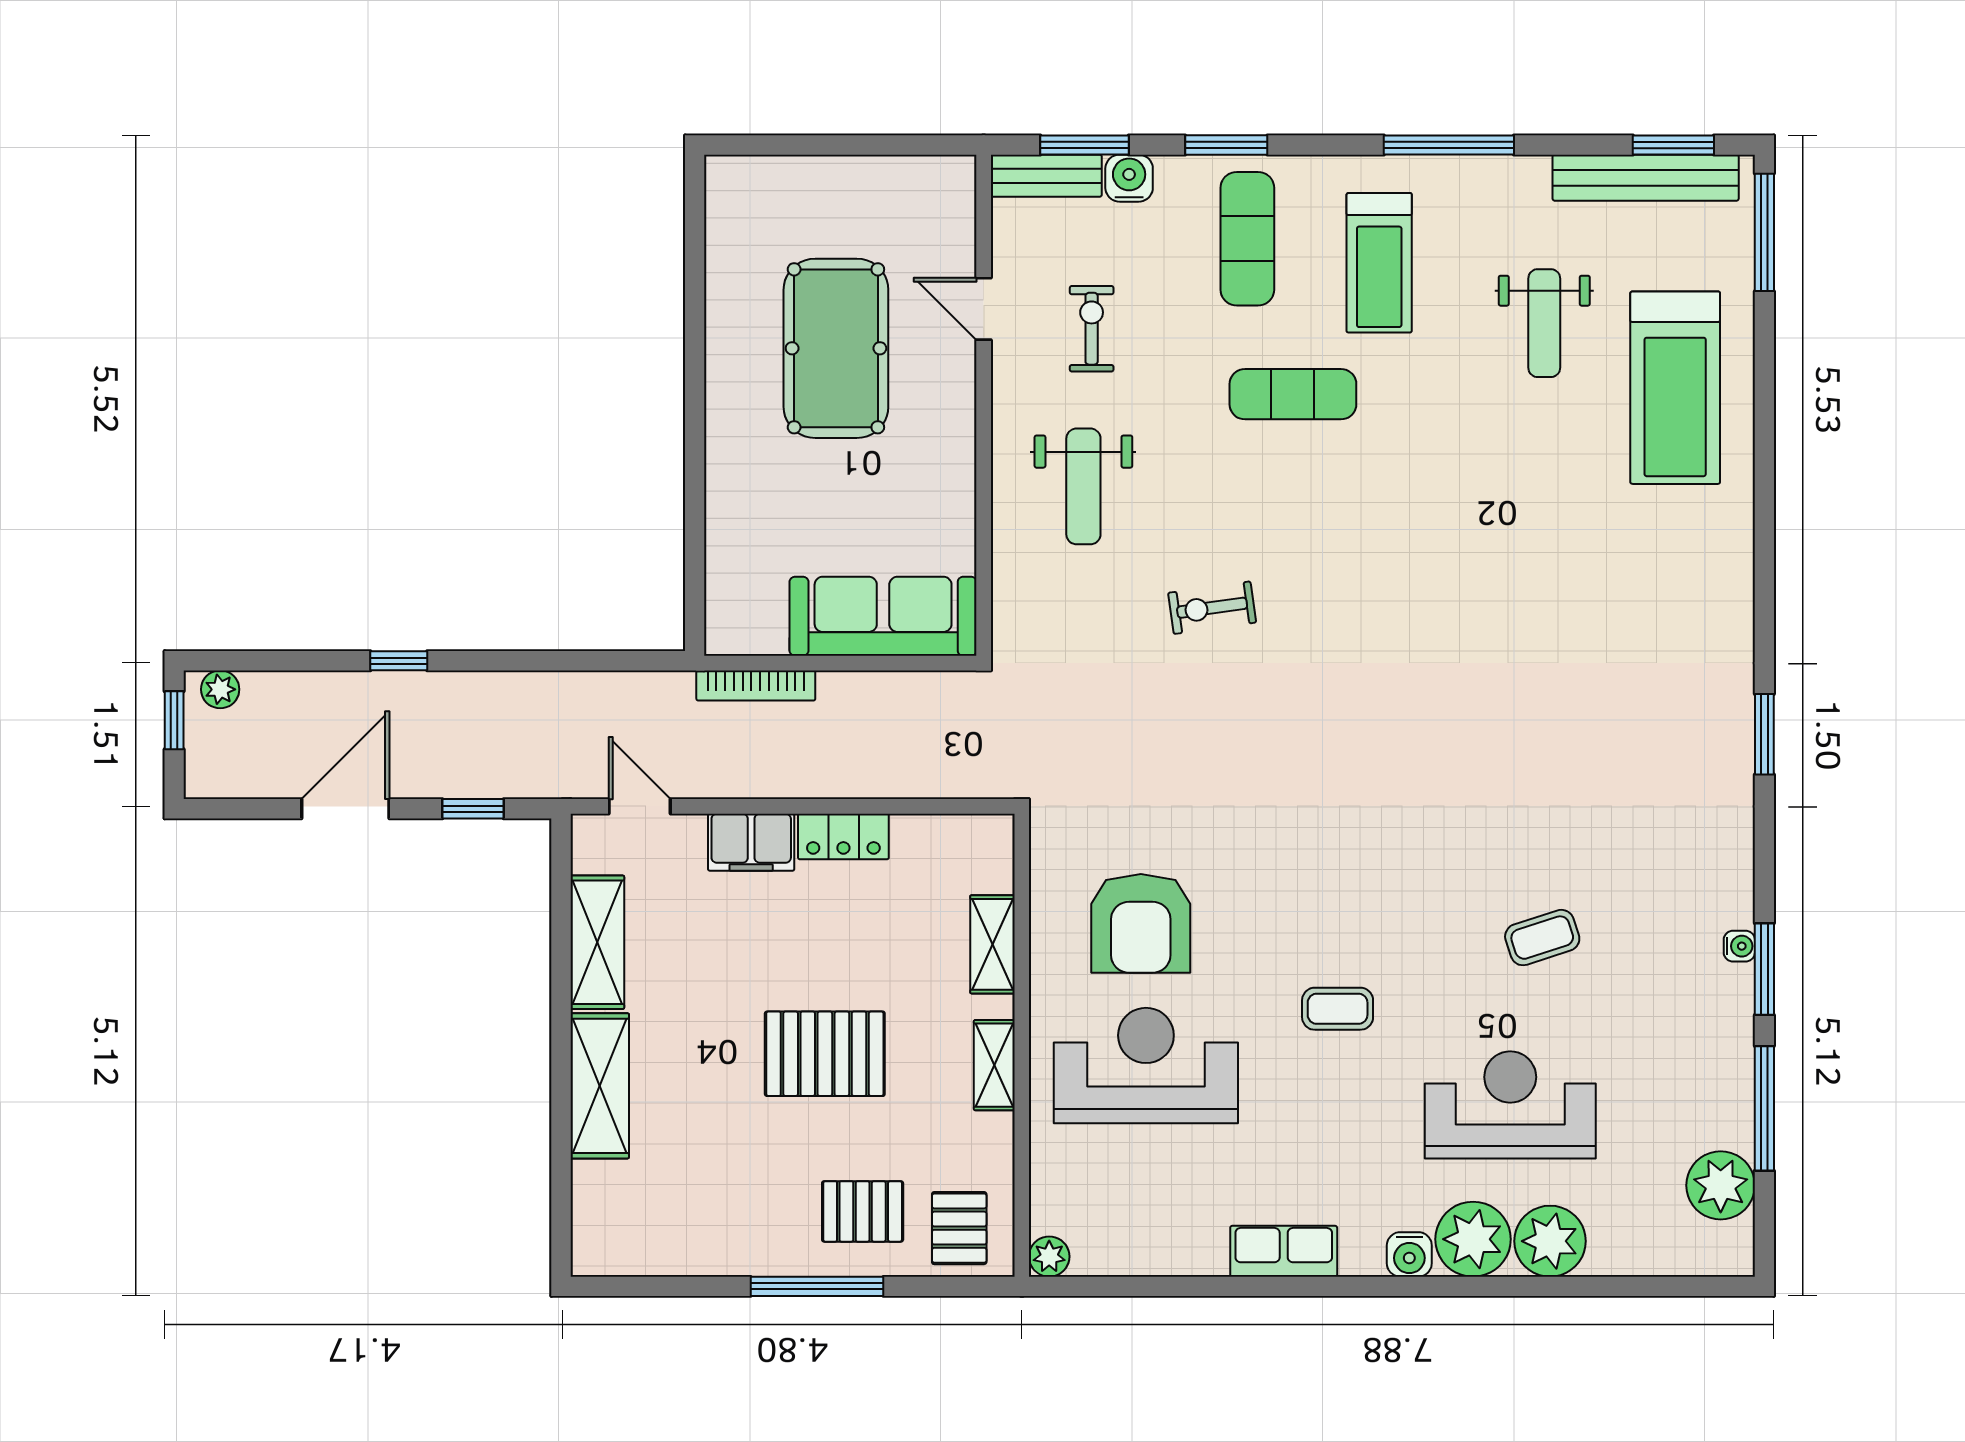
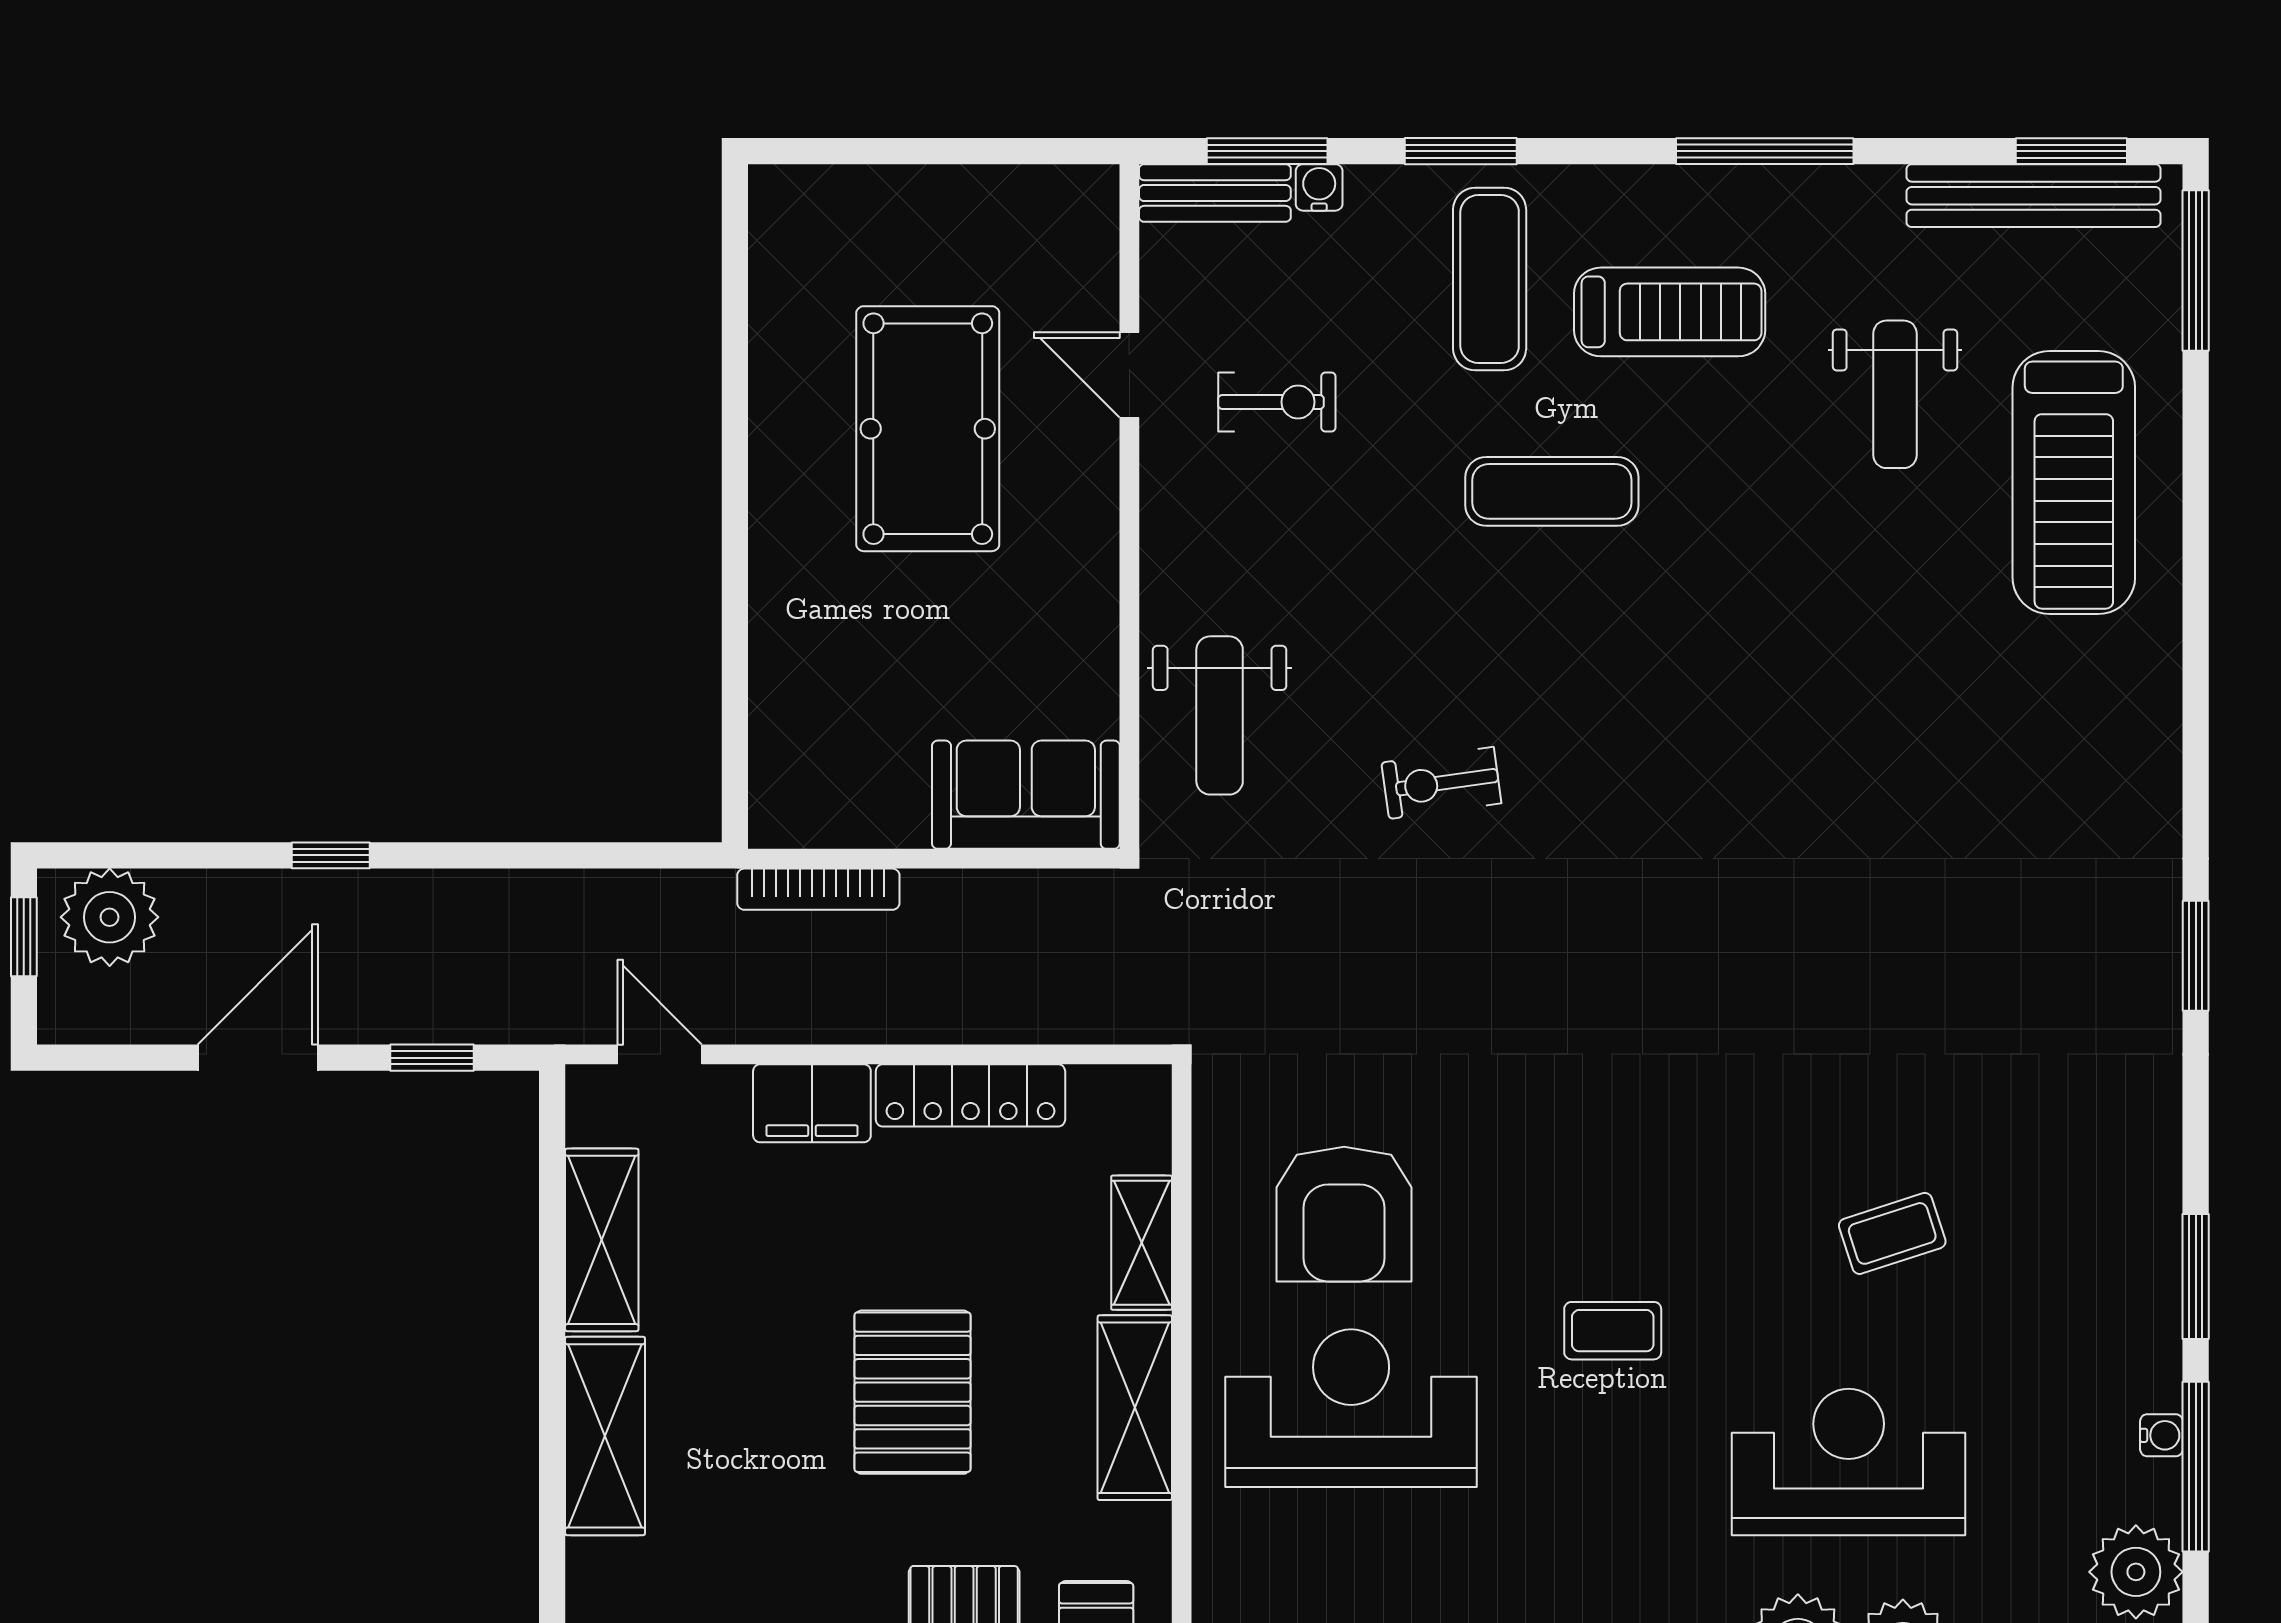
water cooler: (1129, 178) -> (1319, 187), width x0.72, depth x0.72
treadmill: (1379, 263) -> (1670, 312), turned -90
exercise bike: (1092, 329) -> (1277, 402), turned 90
weight bench: (1083, 486) -> (1220, 715), moved
sofa: (883, 616) -> (1026, 795), width x0.73
plant: (220, 689) -> (110, 917), width x1.88, depth x1.88
locker: (843, 836) -> (970, 1095), width x1.53
water cooler: (1739, 946) -> (2161, 1435), moved
pallet: (825, 1054) -> (913, 1392), turned 90
shelving: (994, 1065) -> (1135, 1408), width x1.50, depth x1.33

